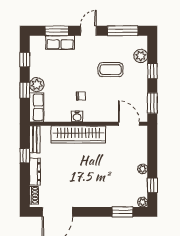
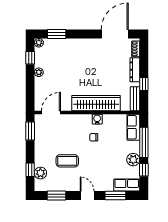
door: (88, 31) -> (87, 195), swing flipped
window: (123, 31) -> (57, 195), width x0.69
row of seats: (60, 43) -> (127, 185), moved
window: (152, 71) -> (30, 170), moved
plant: (37, 85) -> (133, 160), moved
window: (25, 90) -> (144, 142), width x2.17
door: (129, 124) -> (51, 113), swing flipped

